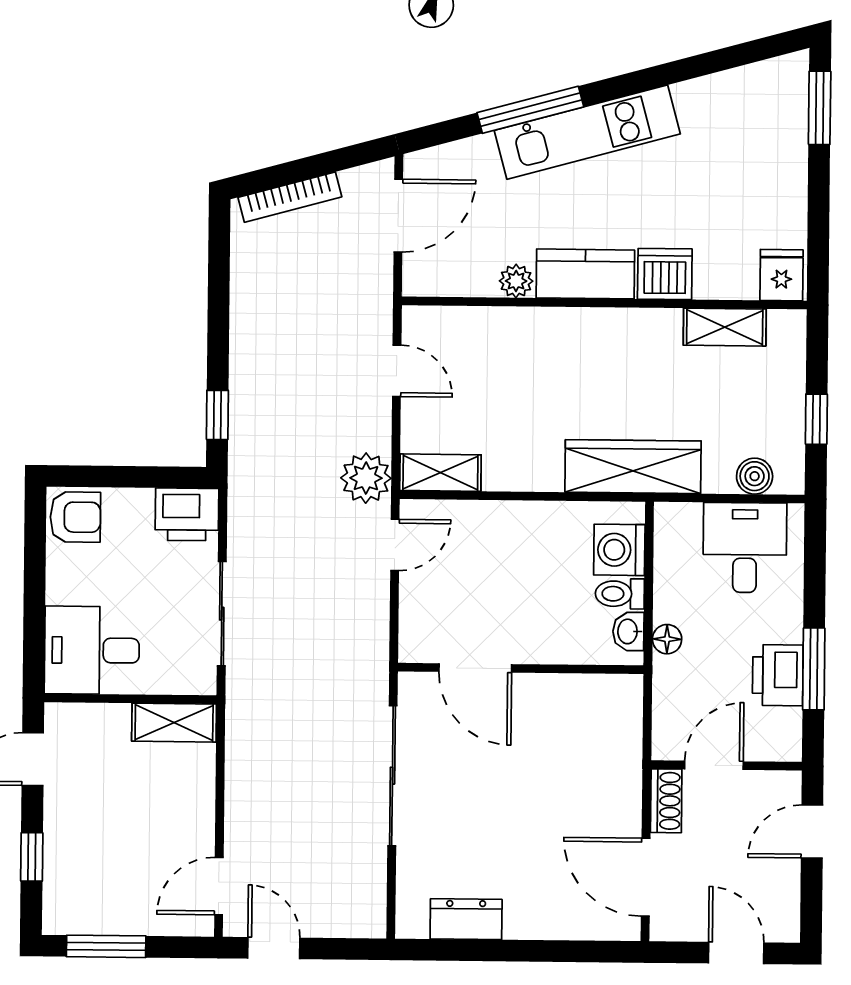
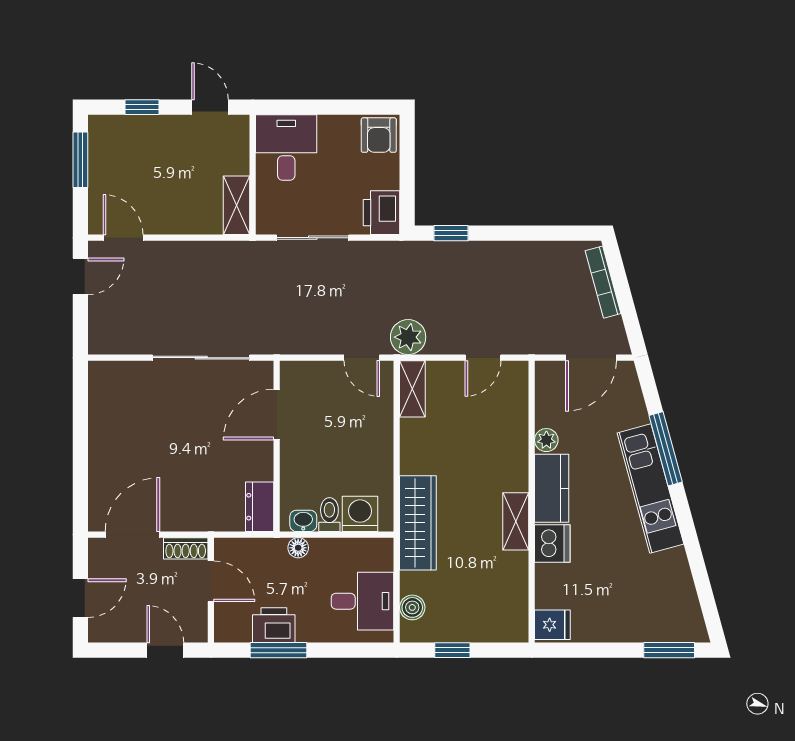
door: (398, 216) -> (591, 358), hinge flipped
shelving: (725, 327) -> (516, 521), moved
dresser: (466, 919) -> (260, 507), moved, turned 180

